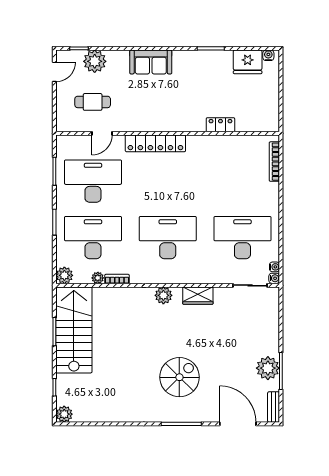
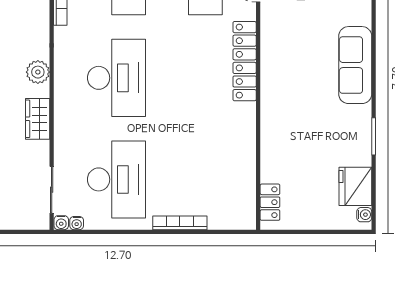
sofa: (151, 62) -> (355, 65), width x1.36
locker: (220, 125) -> (270, 202), moved
bookcase: (274, 162) -> (180, 223), moved

